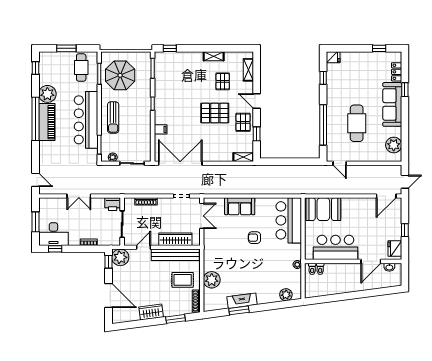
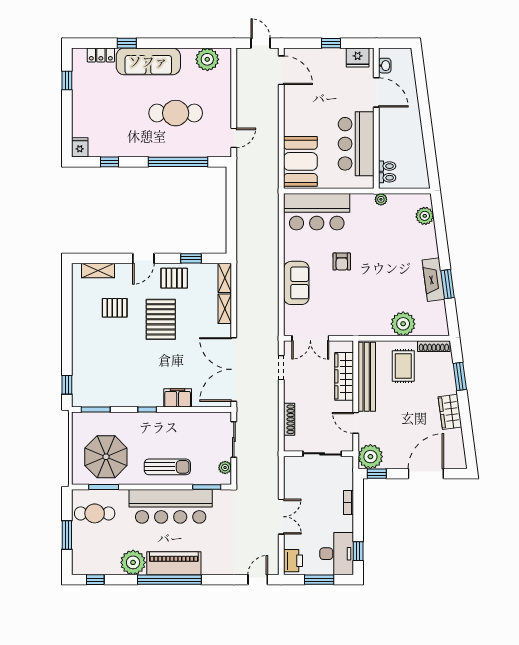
shelving: (214, 56) -> (225, 309), moved
filing cabinet: (161, 129) -> (178, 398), width x2.00
printer: (113, 204) -> (293, 561), moved
double door: (202, 216) -> (310, 338), swing flipped

